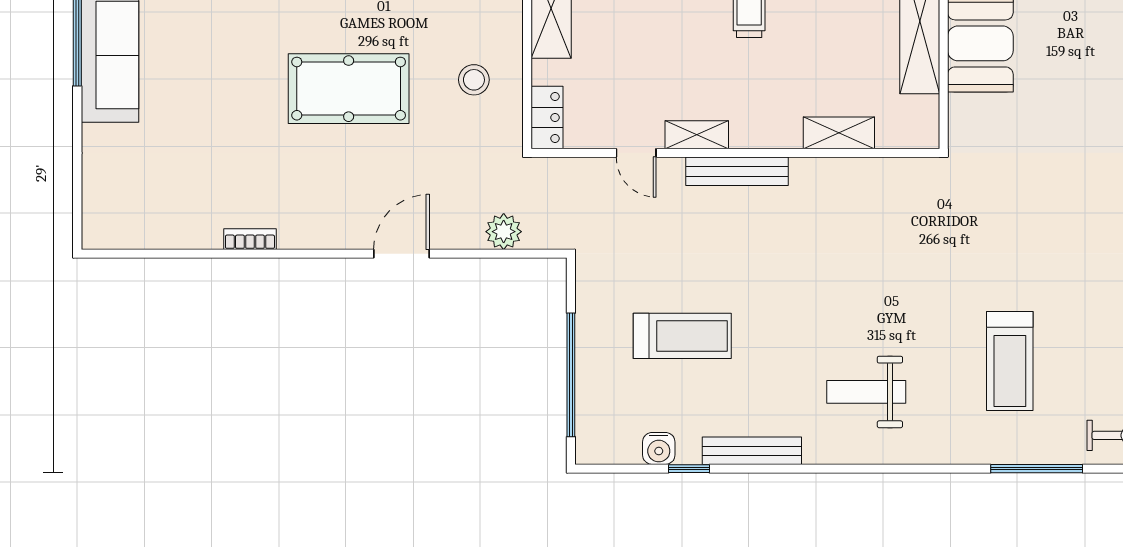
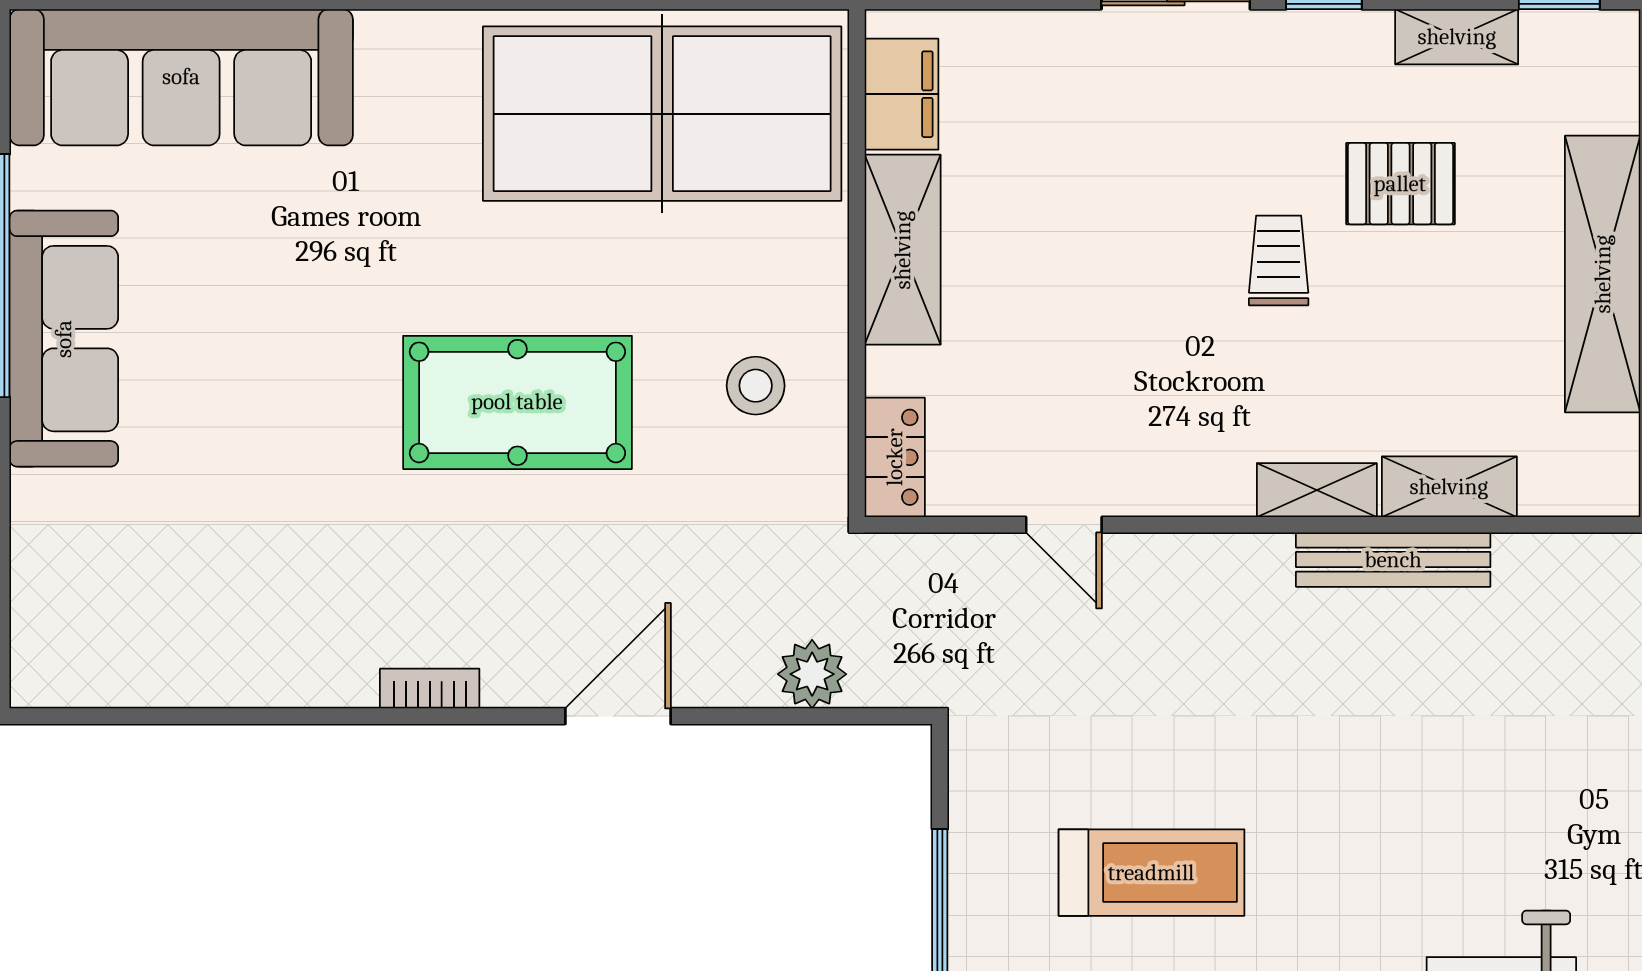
shelving: (697, 135) -> (1317, 490), moved
bench: (737, 171) -> (1393, 560), moved
bookcase: (250, 239) -> (430, 689), moved

